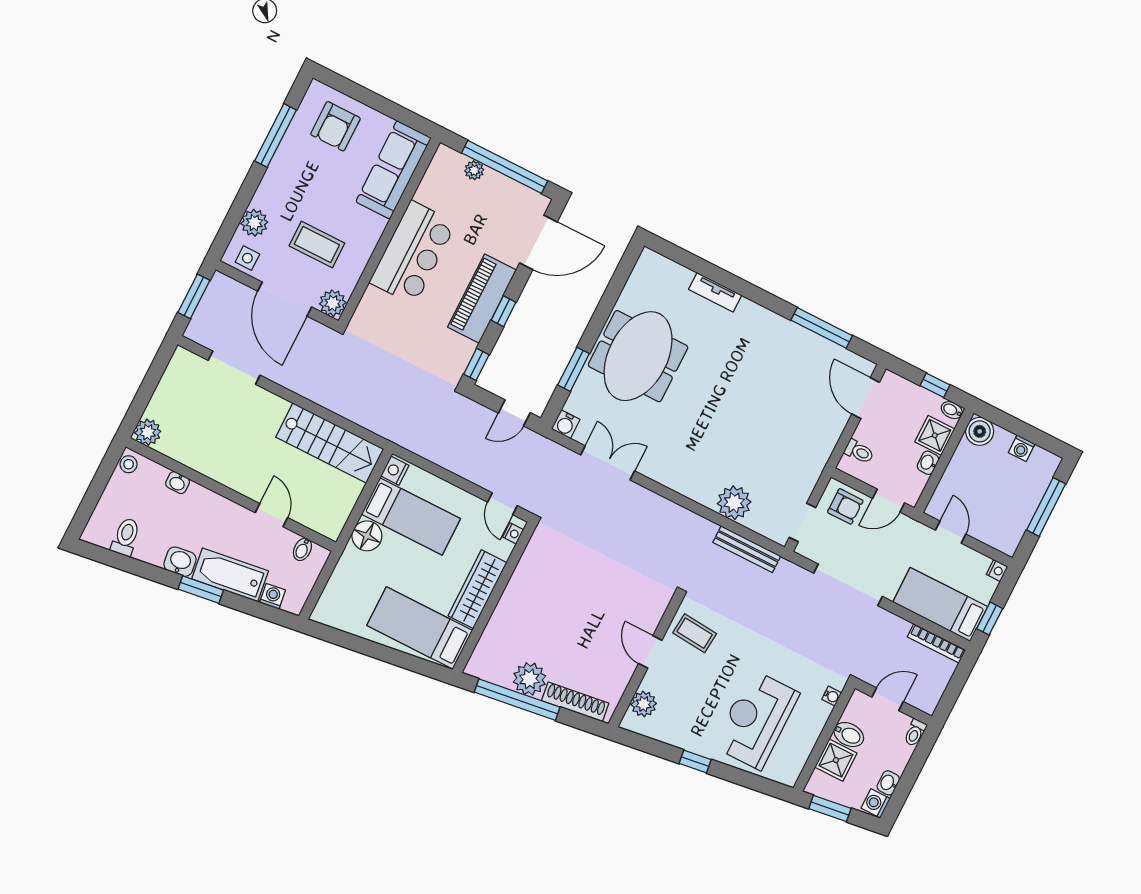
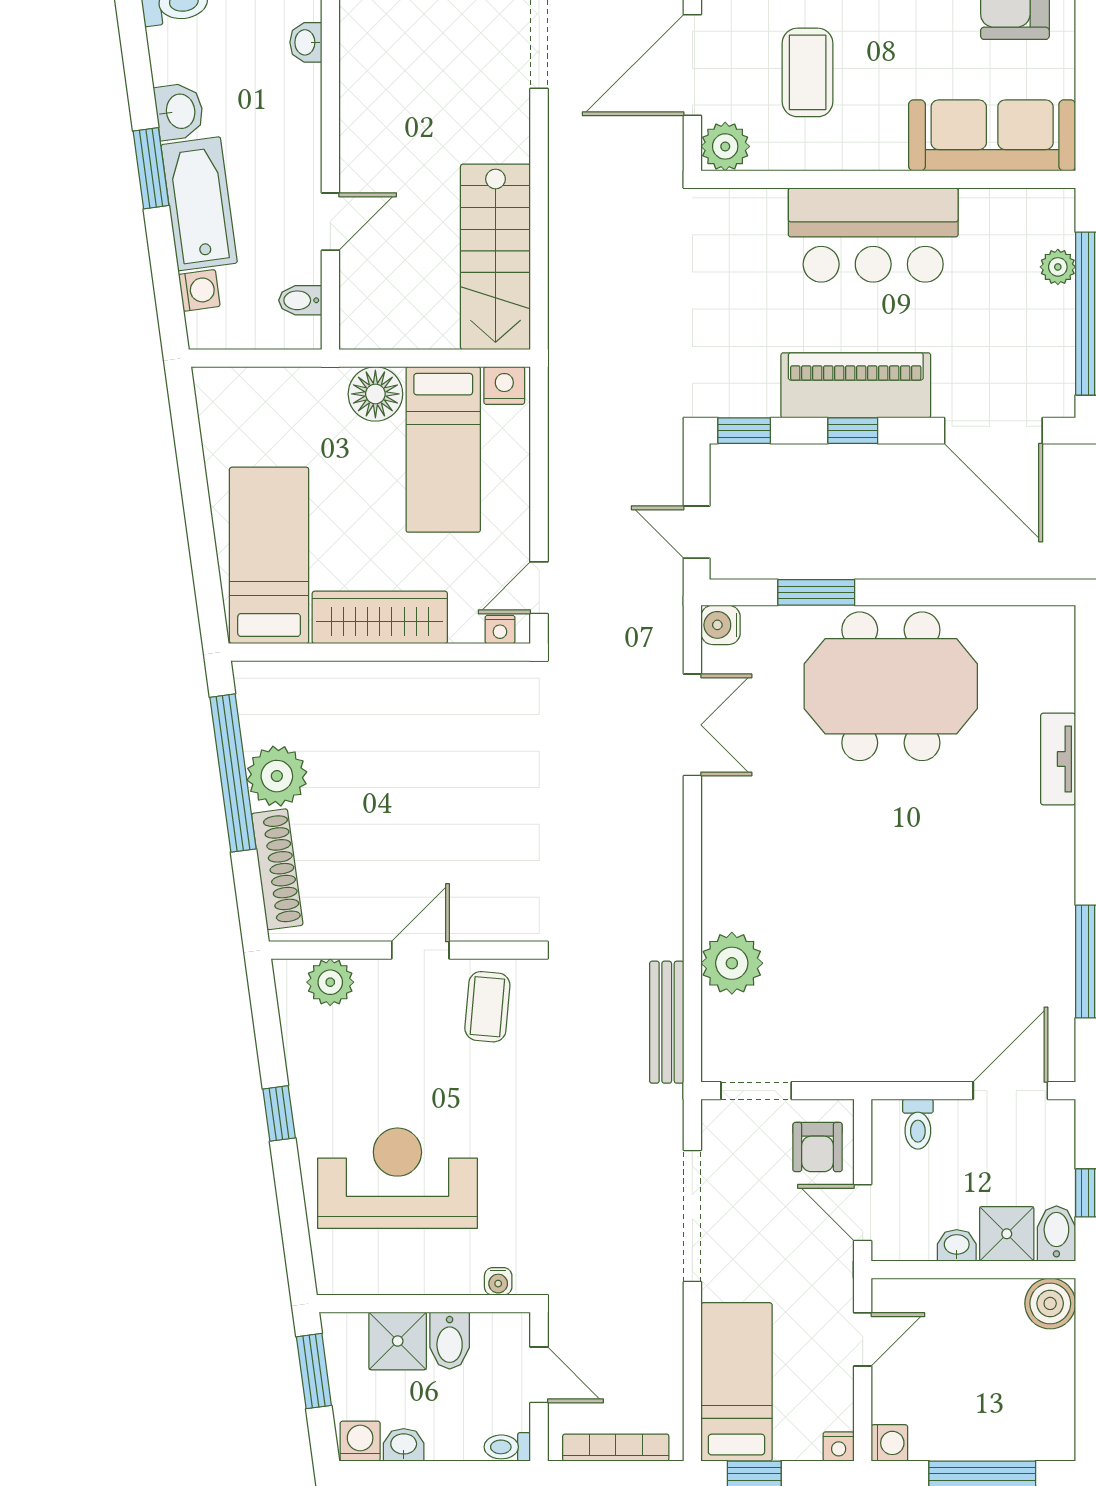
bidet: (952, 410) -> (1056, 1233), width x1.38, depth x1.36
washing machine: (1022, 448) -> (889, 1443), moved, turned 180
bookcase: (937, 643) -> (616, 1448), moved, turned 90

